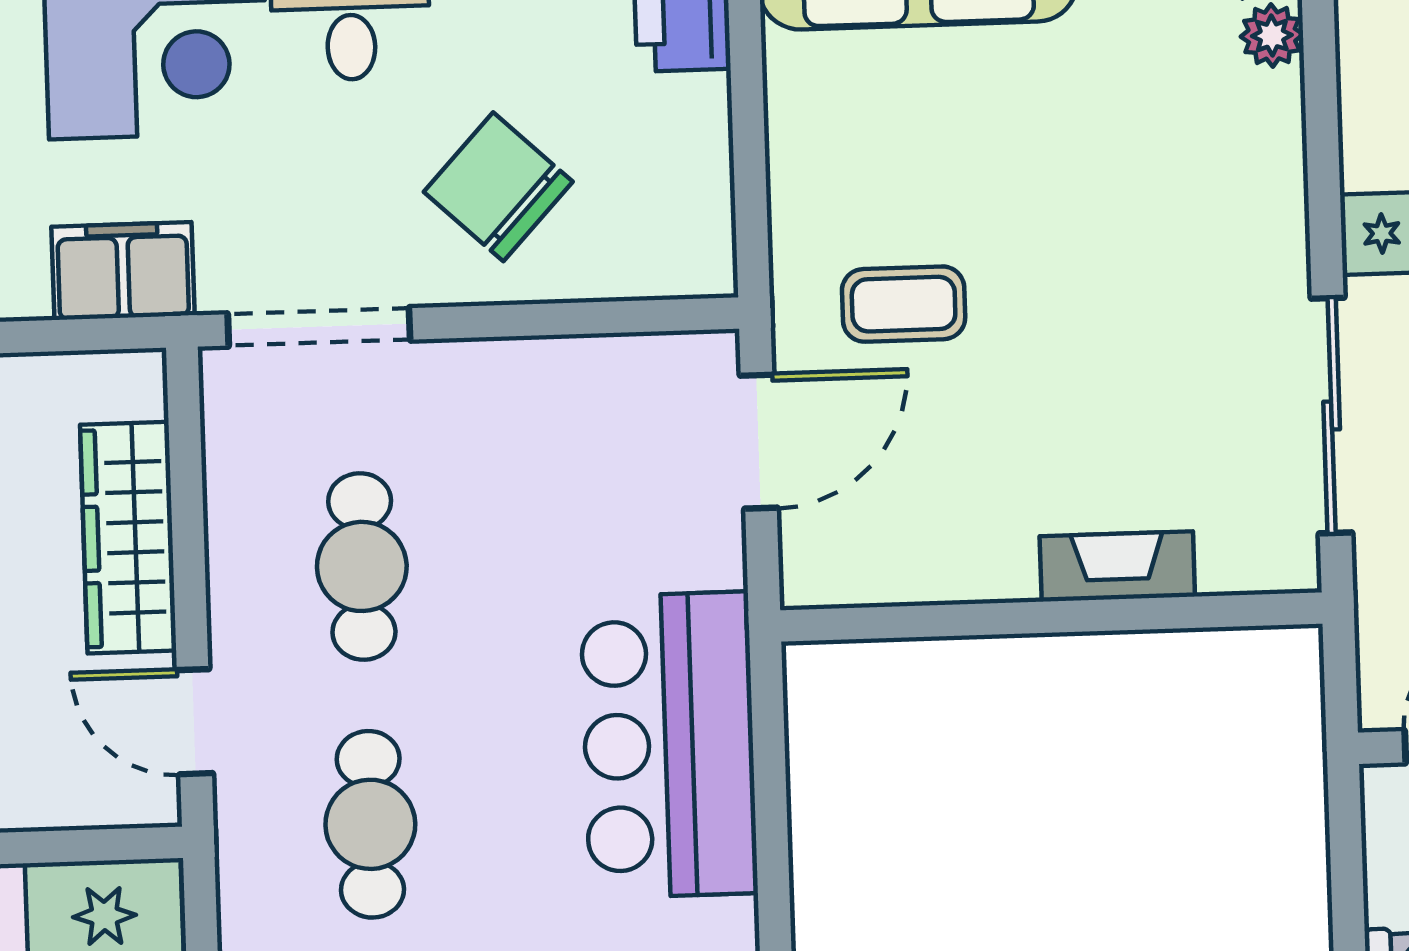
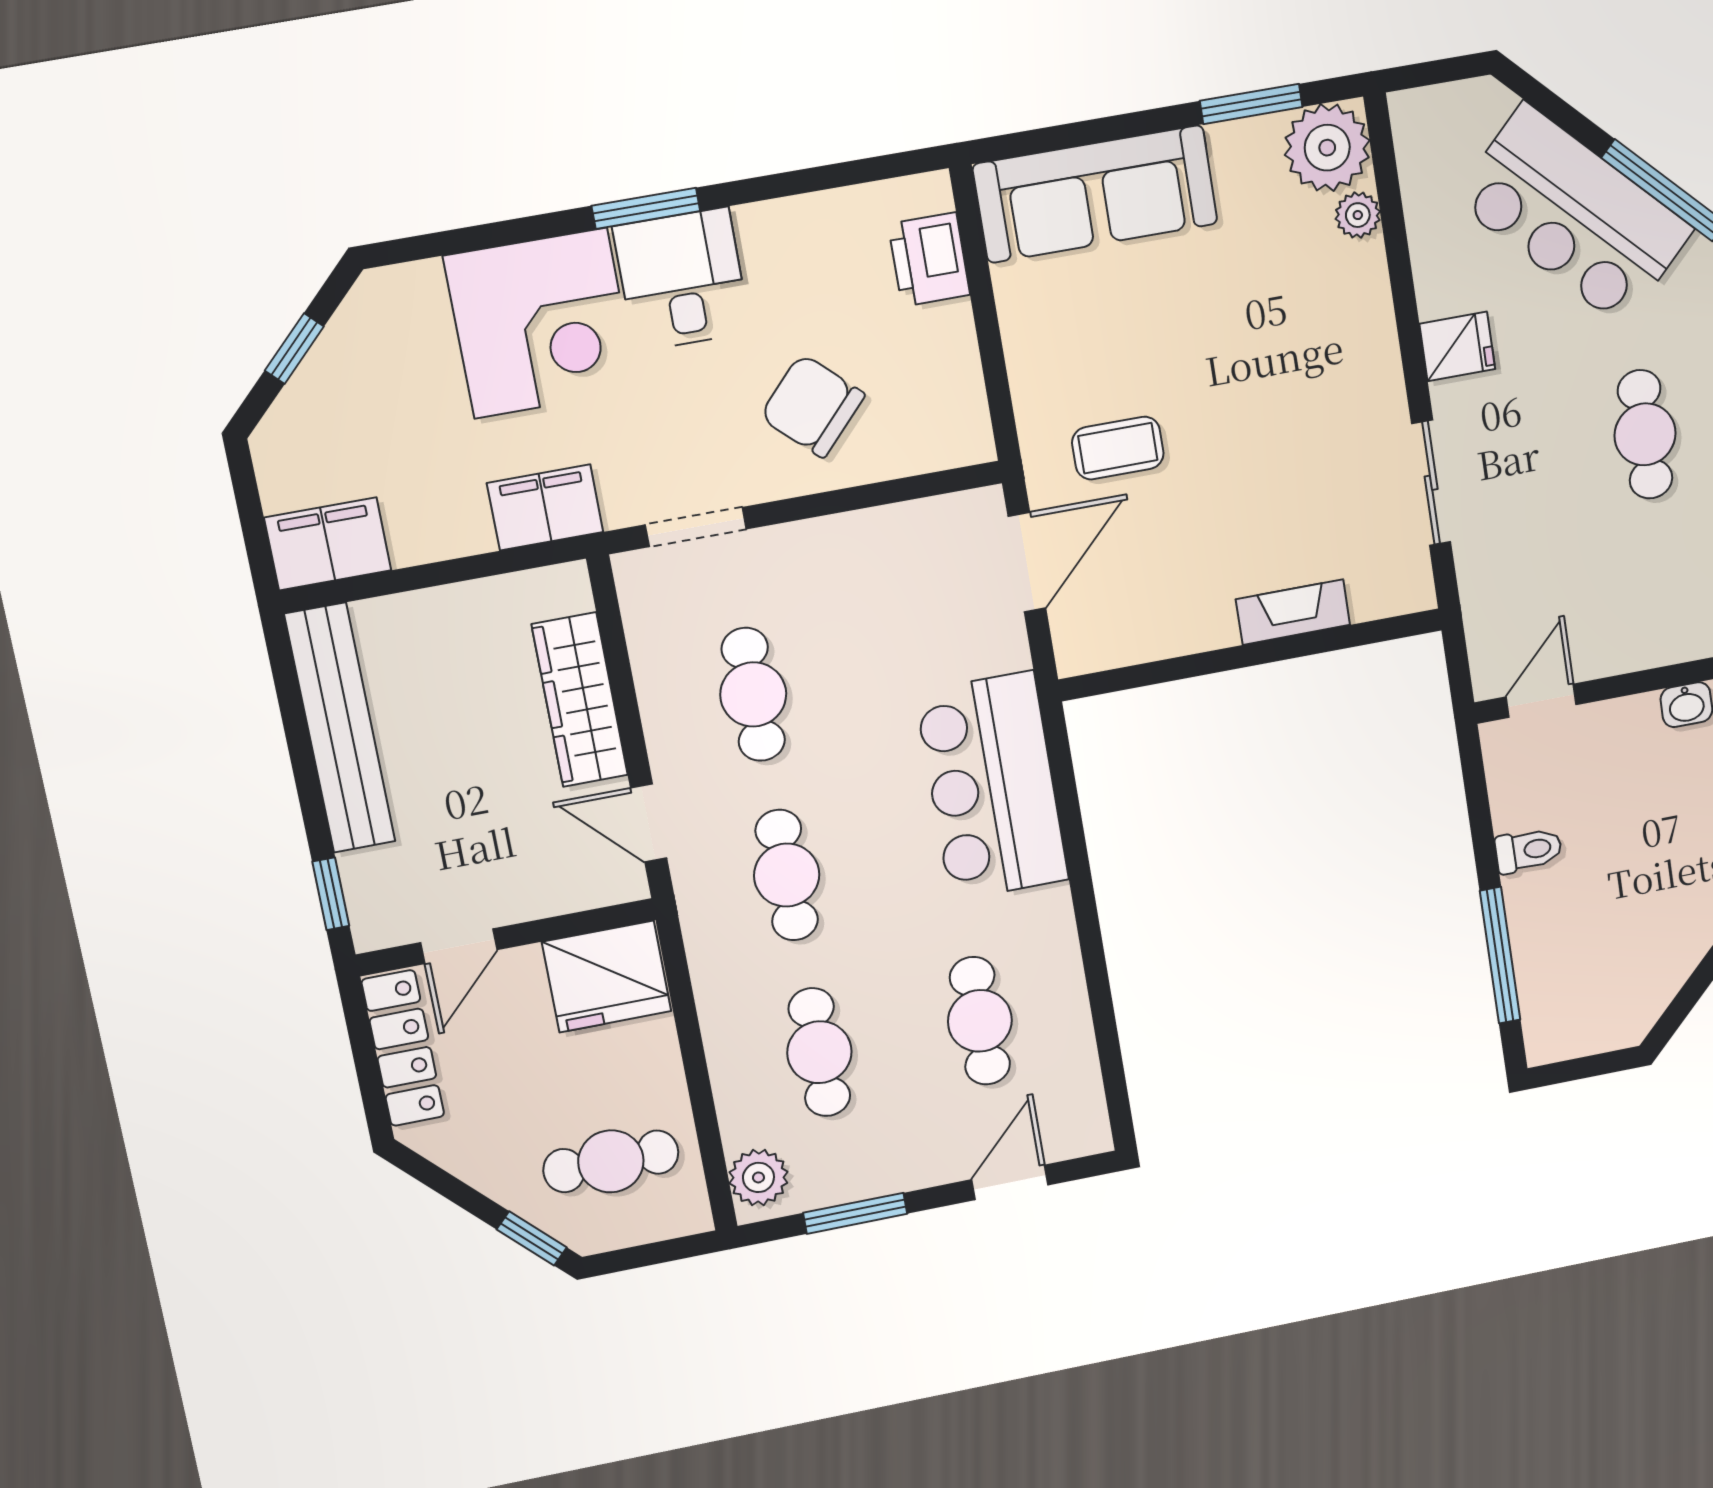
doorway: (319, 327) -> (696, 527), width x0.73
sliding door: (1332, 416) -> (1431, 483), width x0.73

